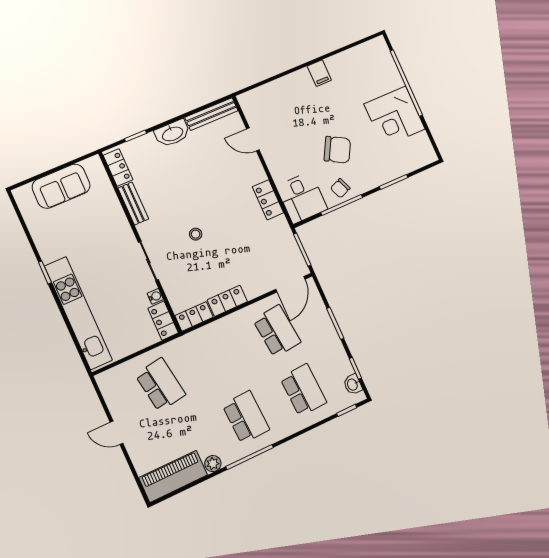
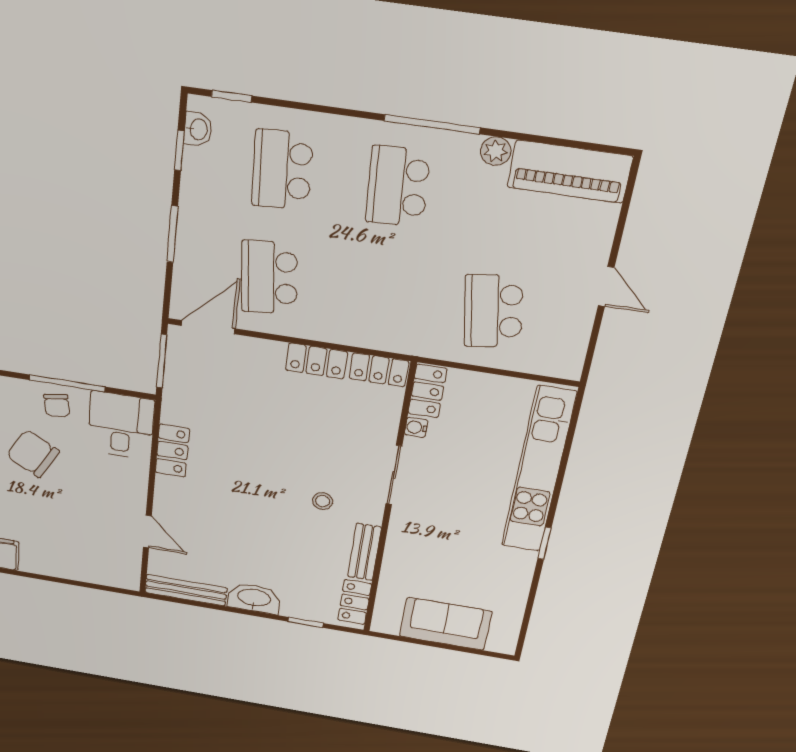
chair: (340, 188) -> (57, 405), turned 103
stool: (196, 234) -> (323, 501), moved

